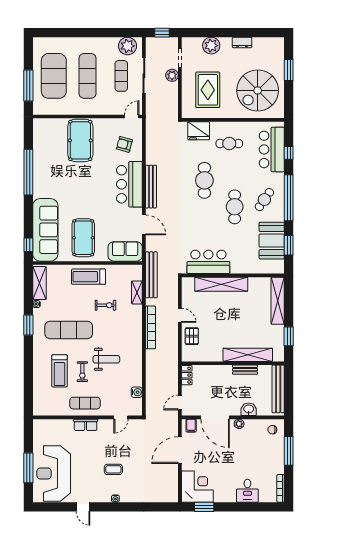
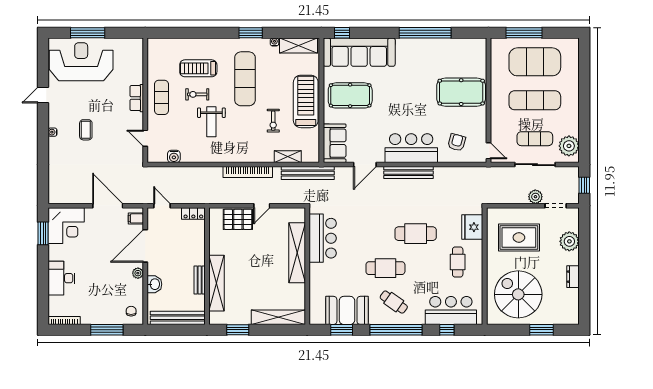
treadmill: (89, 277) -> (306, 101), width x1.37, depth x1.38
pallet: (192, 336) -> (238, 219), width x1.50, depth x1.42
desk: (247, 491) -> (61, 278), width x1.37

